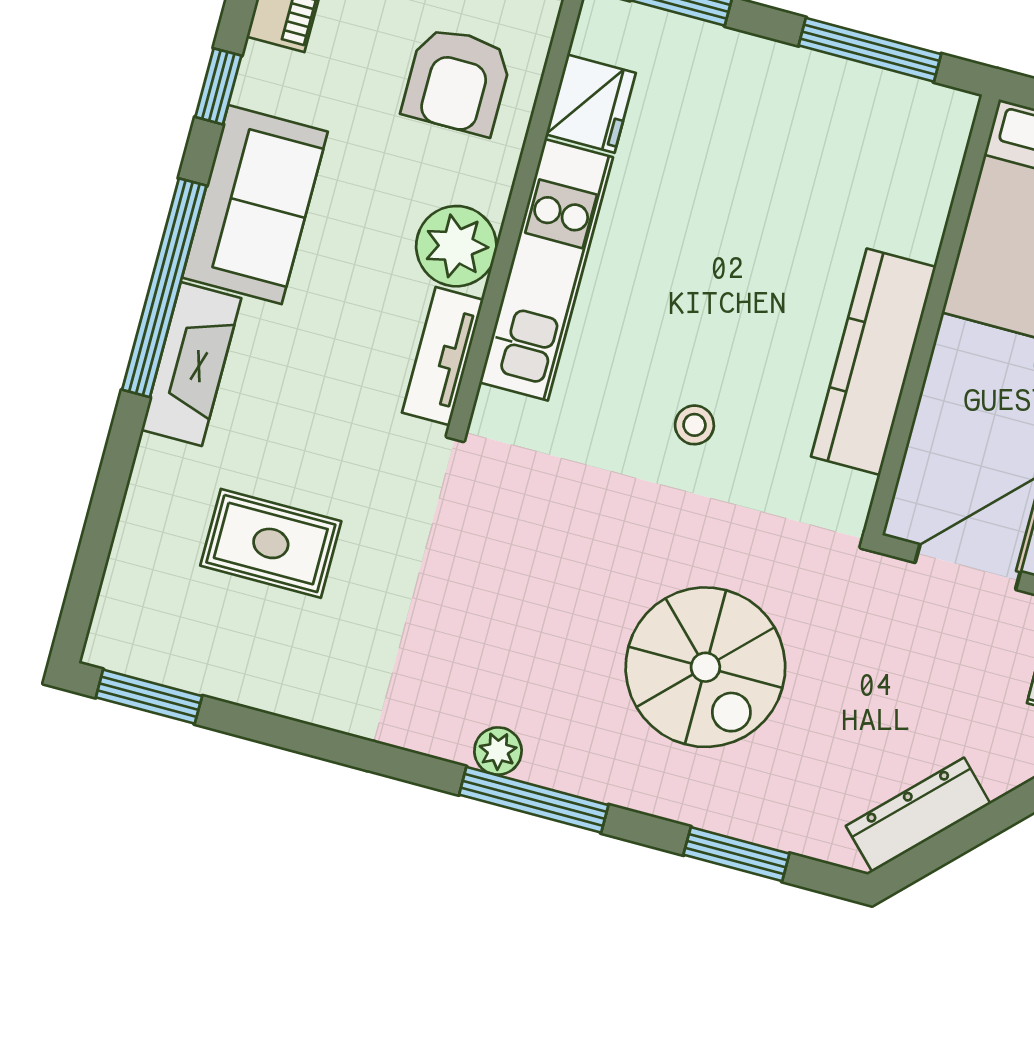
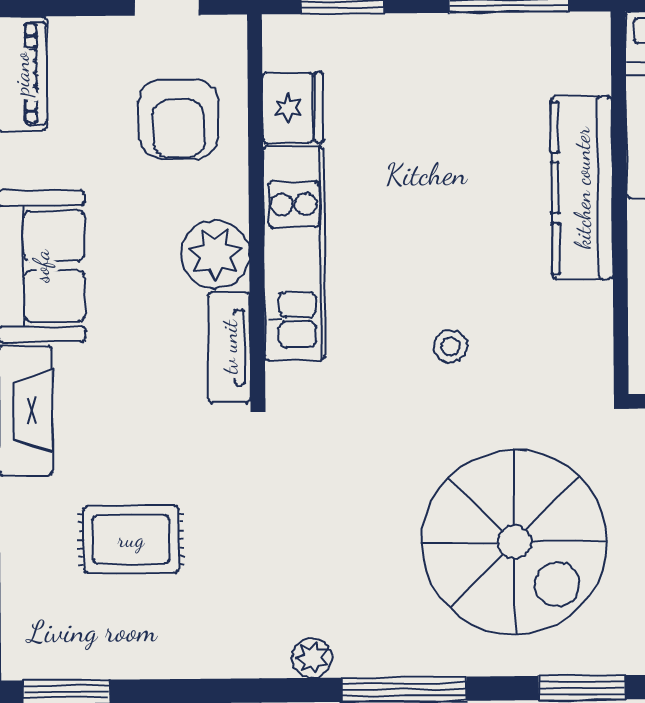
kitchen counter: (874, 362) -> (582, 188), moved
spiral stairs: (705, 667) -> (514, 542), width x1.37, depth x1.37
plant: (498, 751) -> (312, 658), moved

